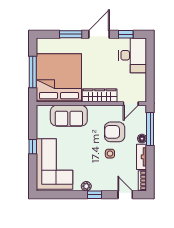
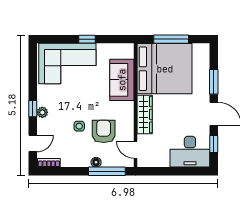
tv unit: (142, 157) -> (76, 162), removed
plant: (86, 186) -> (42, 112), moved

